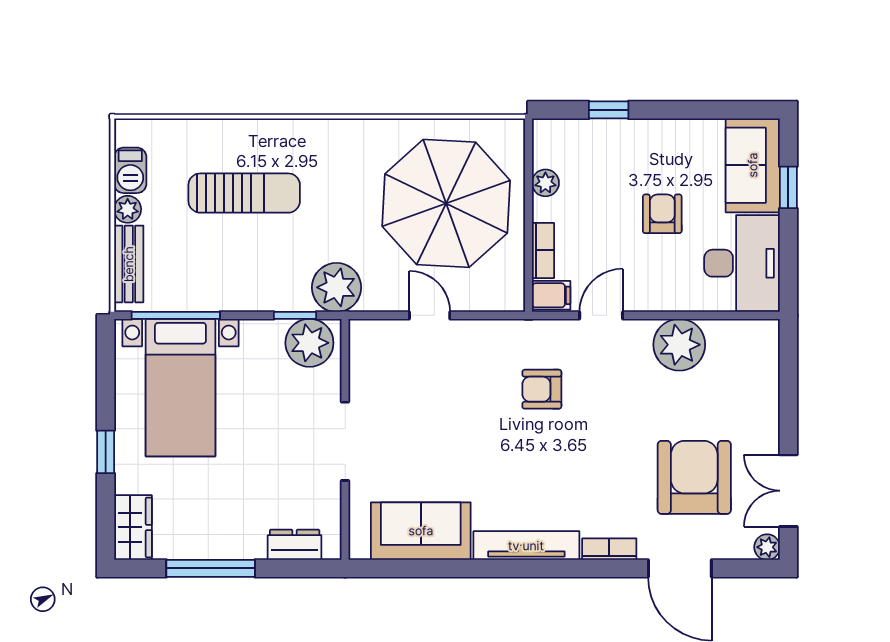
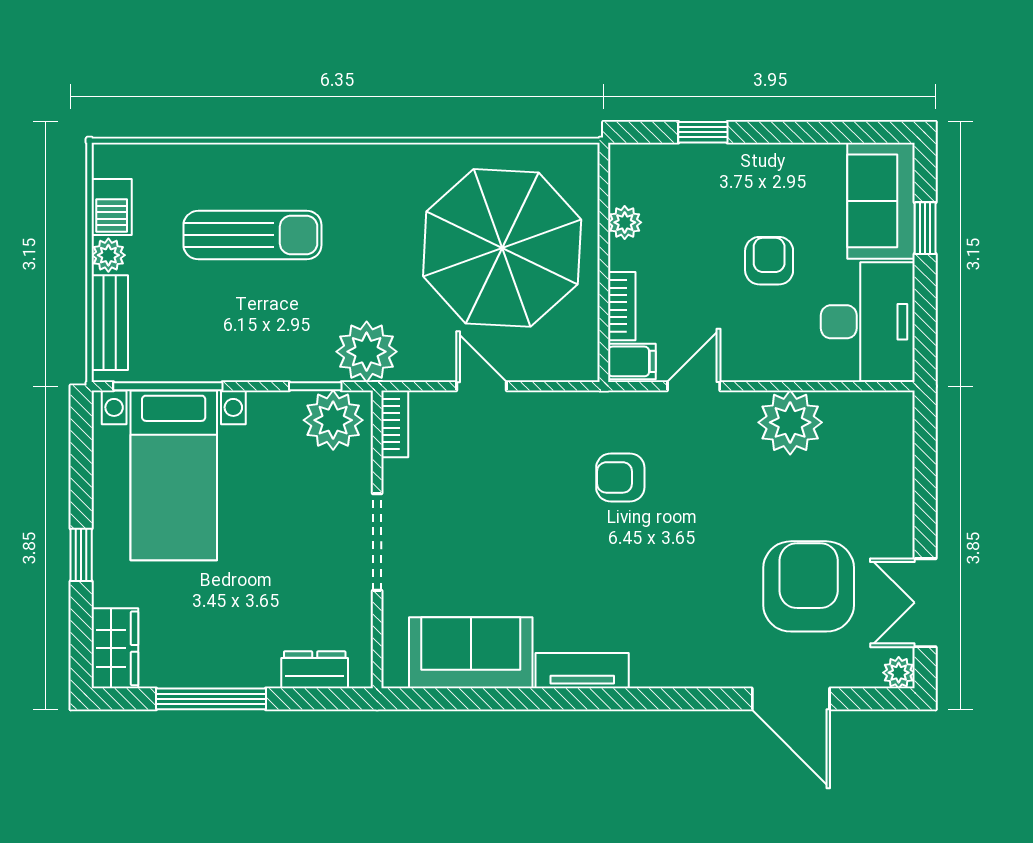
tv unit: (526, 546) -> (582, 671), width x0.71
bookcase: (609, 549) -> (395, 424), moved, turned 90

